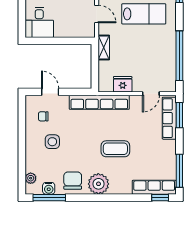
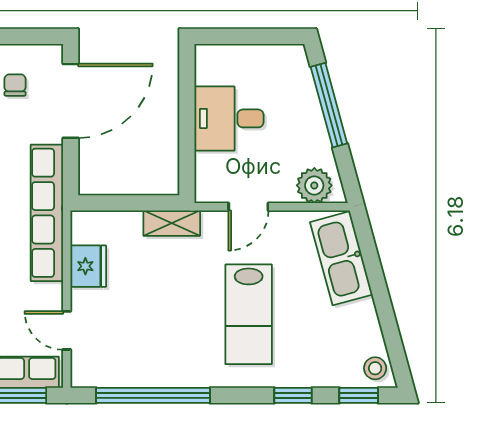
desk: (39, 22) -> (229, 118), moved
door: (50, 92) -> (71, 101), width x1.88

